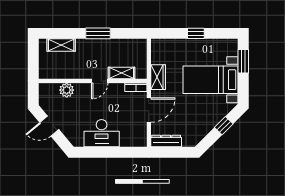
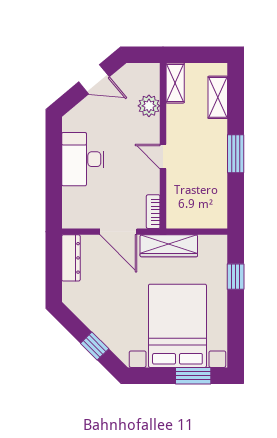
window: (196, 33) -> (236, 277), moved
shelving: (122, 73) -> (175, 83), moved
wardrobe: (158, 77) -> (169, 246), width x1.50
bed with nightstands: (211, 80) -> (177, 326), width x1.36
door: (49, 126) -> (94, 79), swing flipped

